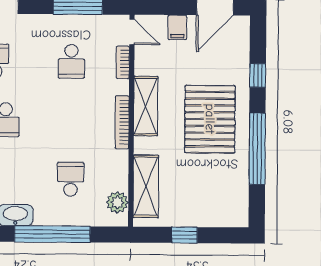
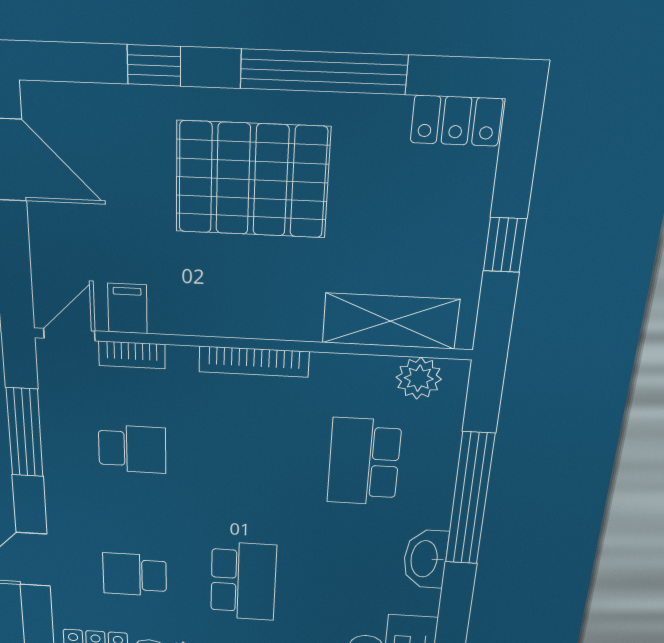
filing cabinet: (177, 27) -> (127, 309), moved, turned -90
shelving: (146, 106) -> (221, 314), removed
school desk: (71, 179) -> (364, 462), width x1.85
locker: (239, 207) -> (456, 121), added

